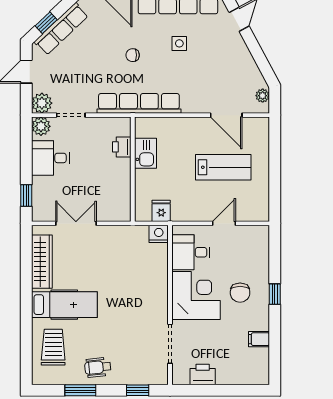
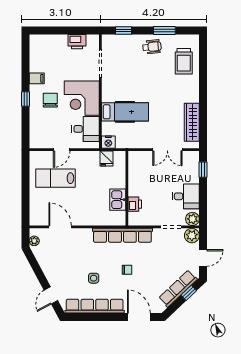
lab bench: (223, 167) -> (55, 178), moved
hospital bed: (64, 305) -> (125, 112), moved, turned 180
filing cabinet: (259, 339) -> (37, 78), moved

